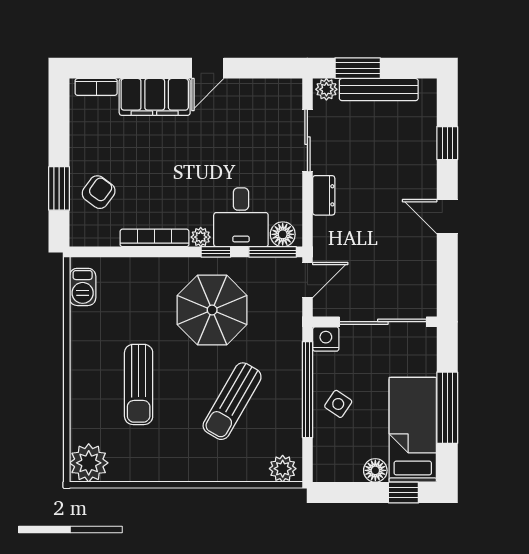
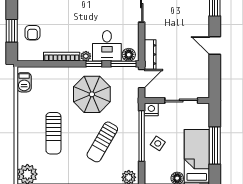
armchair: (99, 192) -> (33, 33), turned 144
dresser: (324, 195) -> (150, 54), moved, width x1.44
sliding door: (383, 322) -> (181, 100), width x0.73

